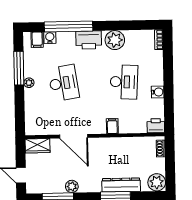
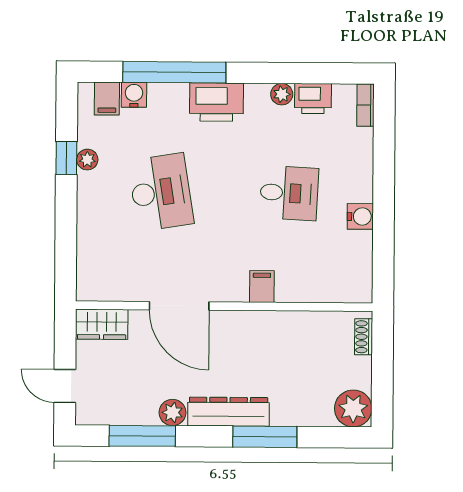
plant: (115, 40) -> (282, 94), width x0.53, depth x0.53
window: (19, 68) -> (66, 158), width x0.46
desk: (124, 82) -> (289, 193), width x0.73
plant: (29, 83) -> (87, 160), moved
printer: (156, 126) -> (313, 99), moved, turned 180
dresser: (121, 185) -> (228, 412), moved

